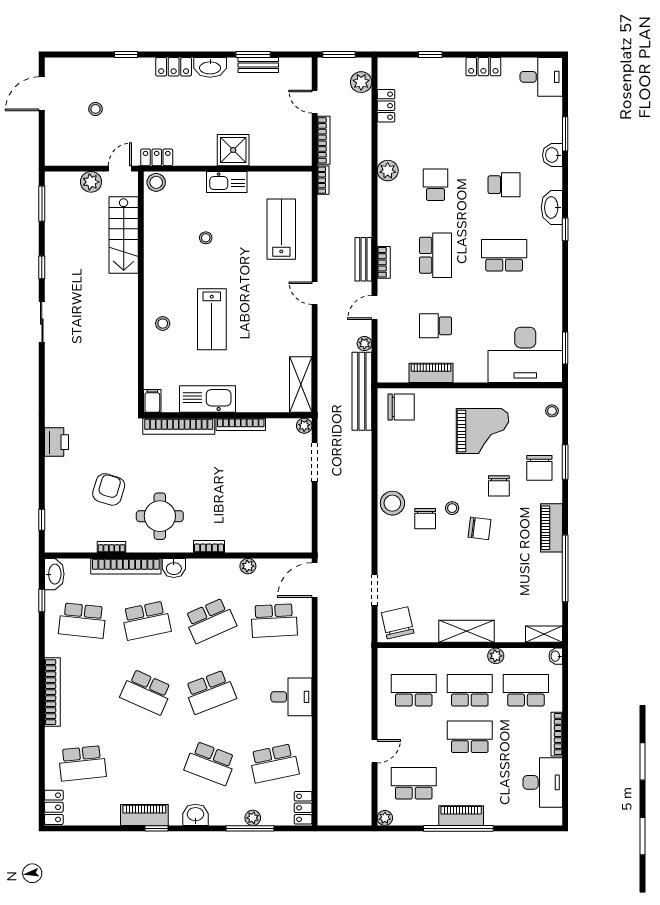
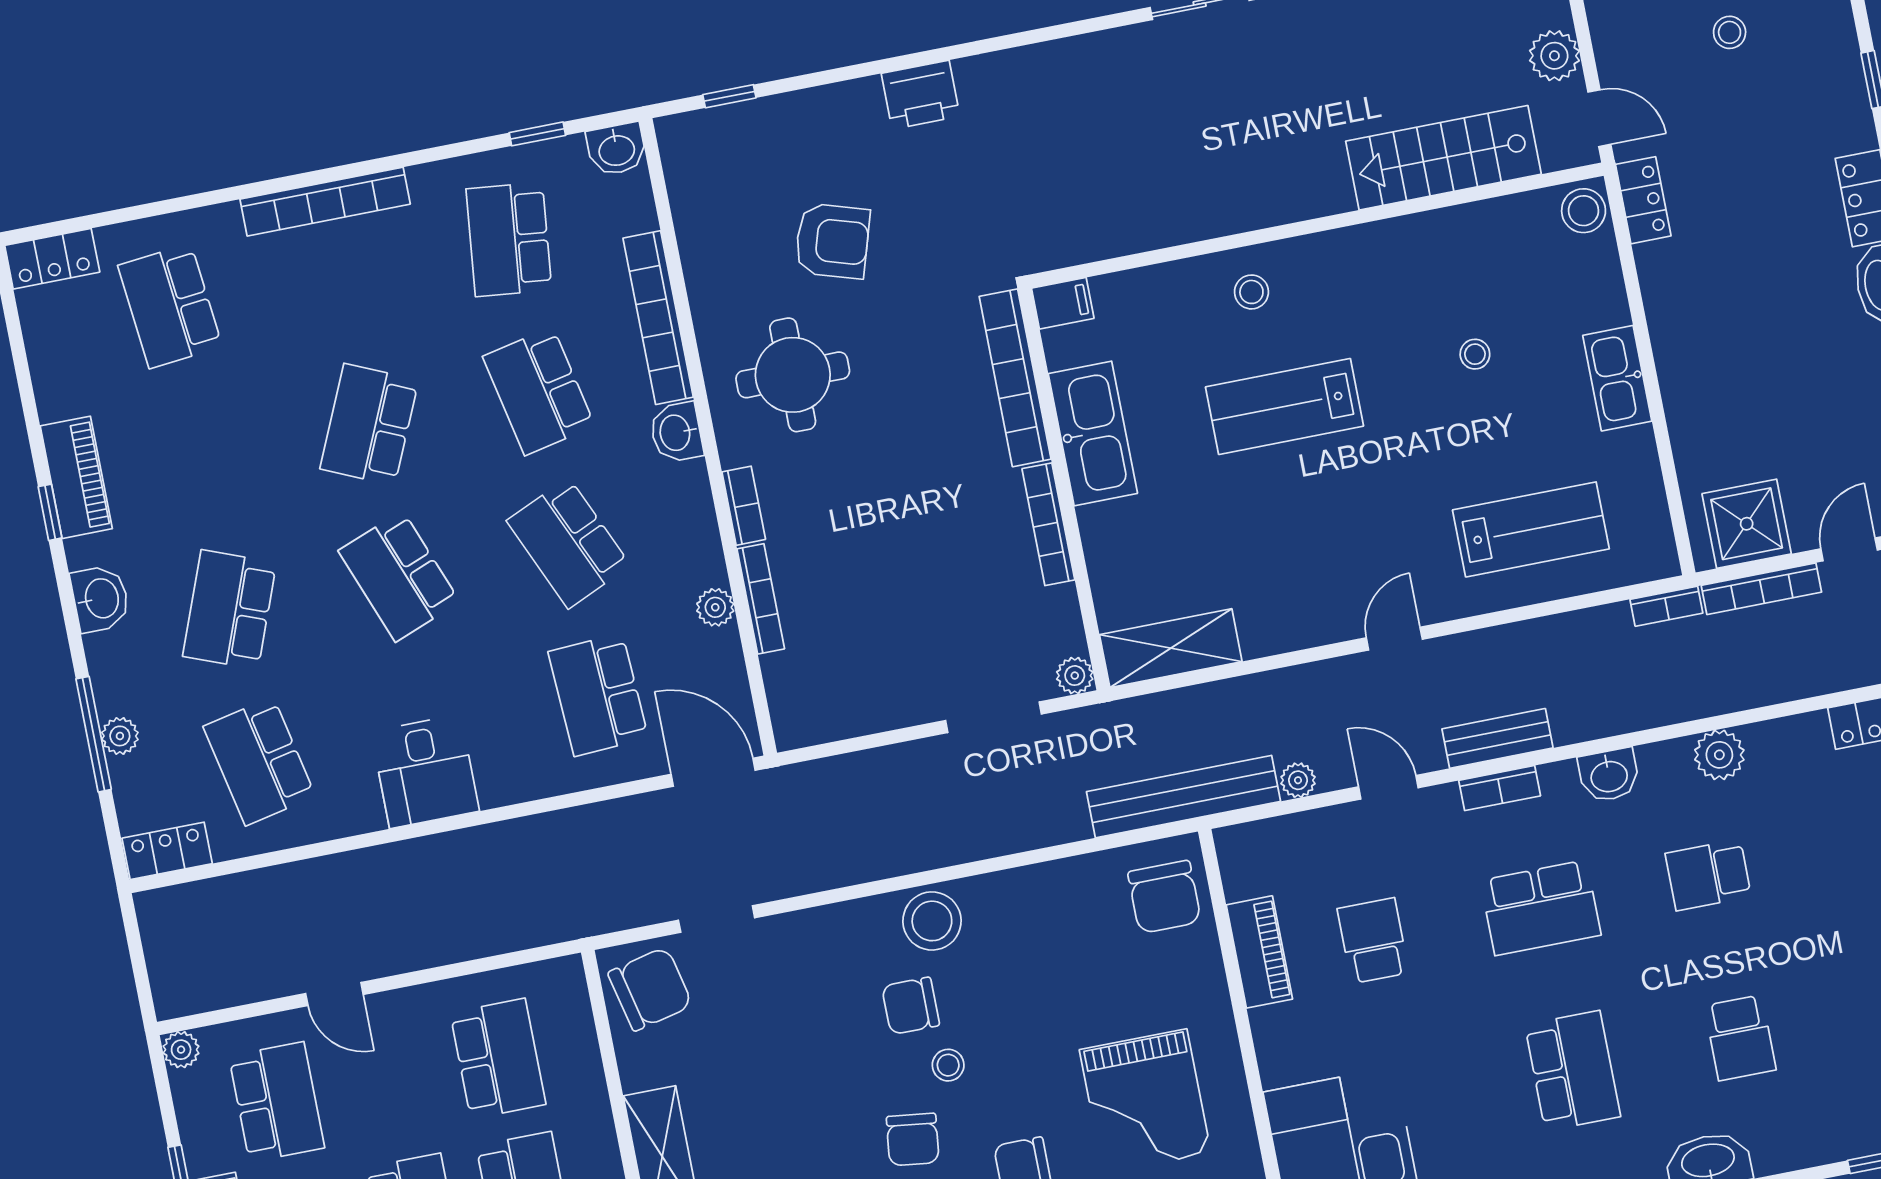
shower: (233, 150) -> (1747, 524), moved
washbasin: (552, 155) -> (1609, 775), moved, turned 180
school desk: (435, 185) -> (1708, 875), turned 180
bookcase: (112, 547) -> (761, 599), moved, width x1.56
washbasin: (54, 574) -> (617, 149), width x0.72

